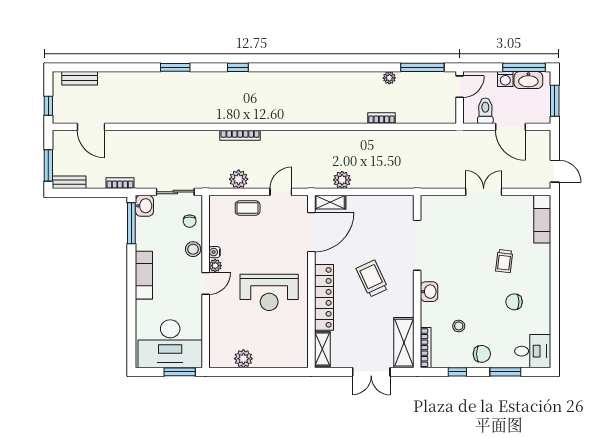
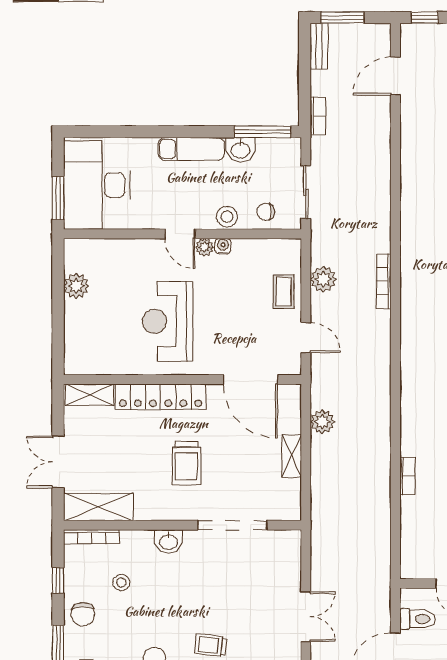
shelving: (330, 202) -> (292, 456), moved
washbasin: (144, 206) -> (241, 150), moved
trolley: (372, 279) -> (186, 463), turned 115

